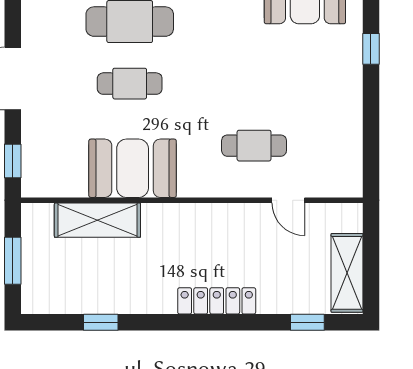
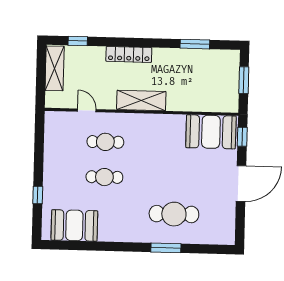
cafe table: (130, 84) -> (104, 177), moved
booth: (133, 168) -> (211, 132), moved
shelving: (97, 220) -> (141, 101), moved
window: (101, 322) -> (195, 44), width x1.50

